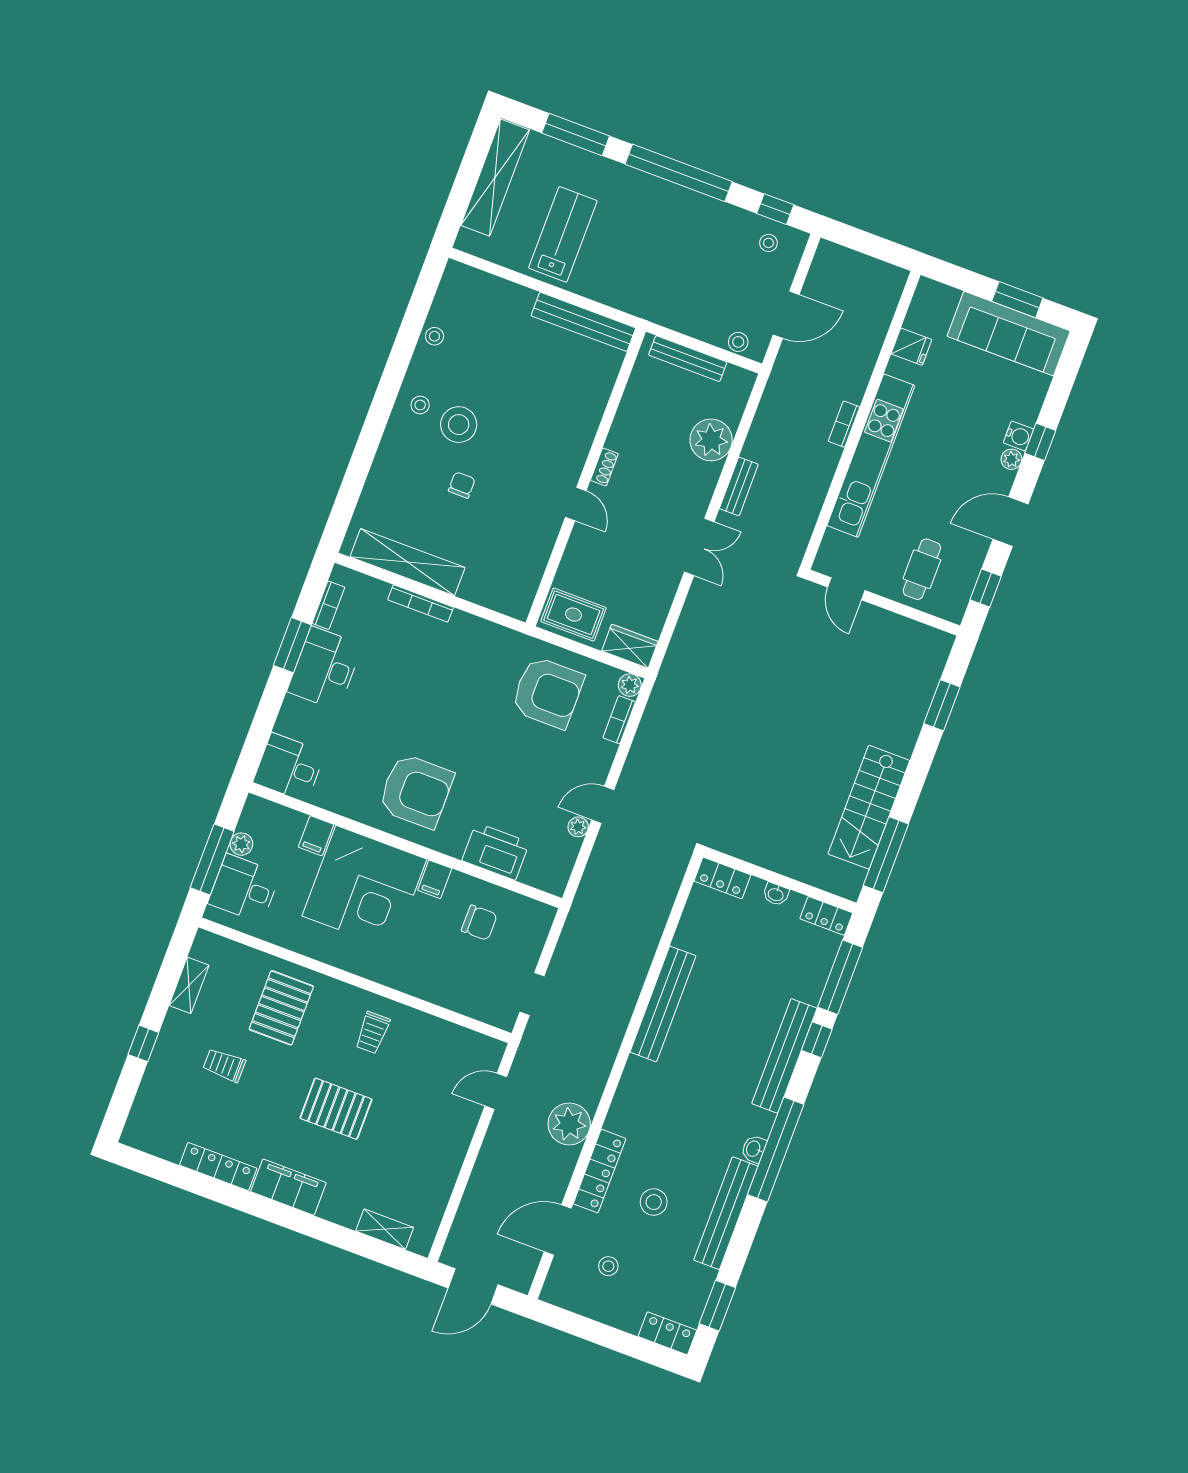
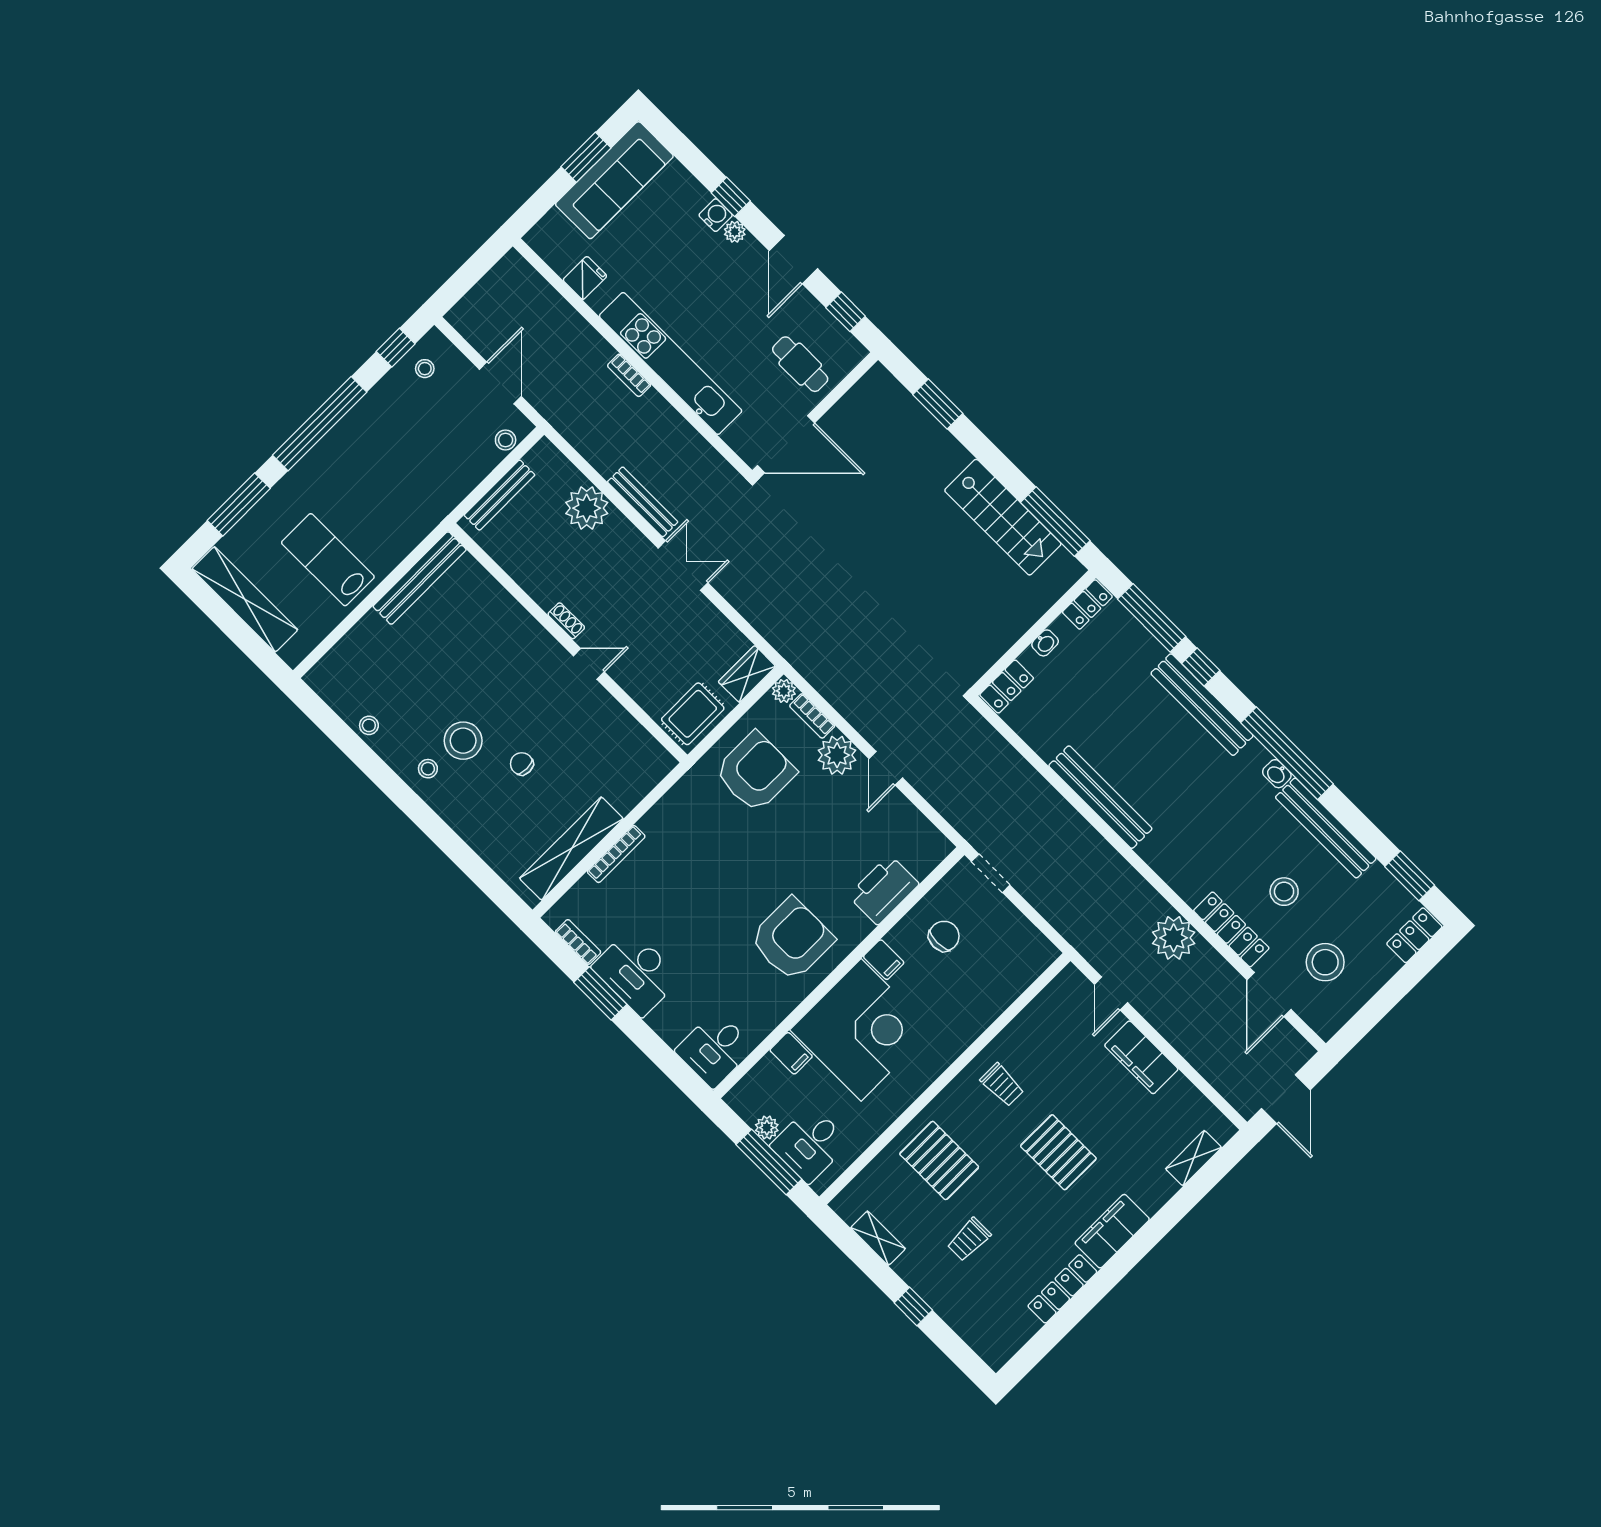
bench: (739, 486) -> (643, 502), width x1.36
door: (846, 589) -> (786, 444), width x1.87
plant: (578, 827) -> (837, 755), moved, width x1.87, depth x1.87
doorway: (532, 994) -> (991, 873), moved
pallet: (336, 1109) -> (1058, 1152), turned 90
filing cabinet: (452, 1143) -> (1141, 1057), added
stool: (608, 1266) -> (1325, 962), width x1.89, depth x1.89

